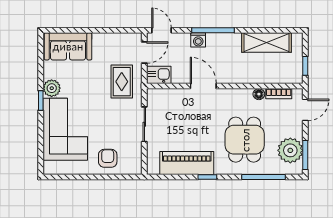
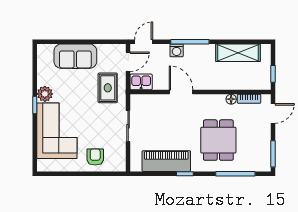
door: (162, 30) -> (144, 42), hinge flipped
sofa: (68, 46) -> (75, 56), moved
plant: (290, 150) -> (259, 150), removed

